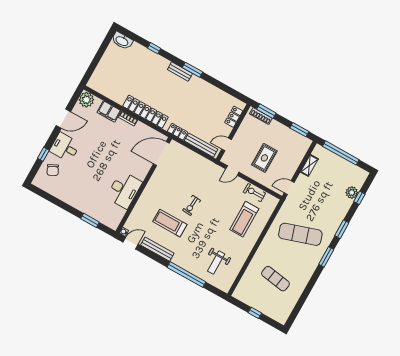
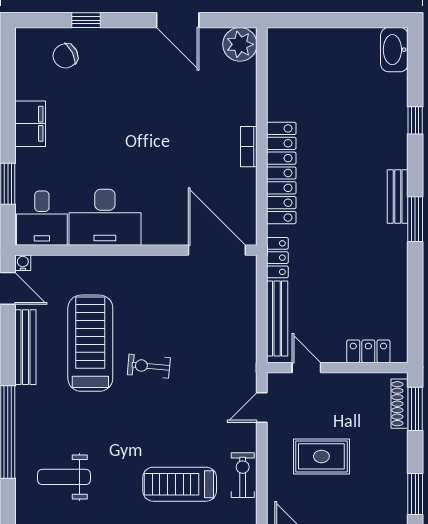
filing cabinet: (109, 111) -> (30, 124), moved, turned 180
desk: (65, 147) -> (42, 218), moved, turned 180
door: (232, 170) -> (262, 408), hinge flipped
treadmill: (170, 223) -> (90, 343), width x1.37, depth x1.38

